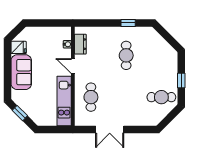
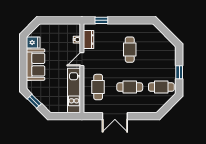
window: (128, 23) -> (101, 20), moved
door: (73, 66) -> (82, 59), hinge flipped
cafe table: (126, 97) -> (130, 87), added

